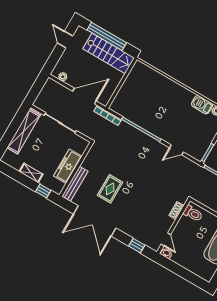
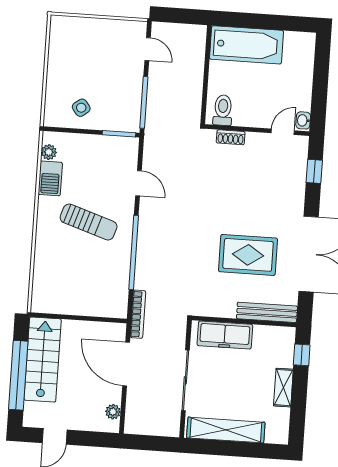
sun lounger: (169, 113) -> (89, 222), added
freezer: (68, 166) -> (225, 335), moved
rug: (110, 189) -> (248, 255), width x1.36, depth x1.43

